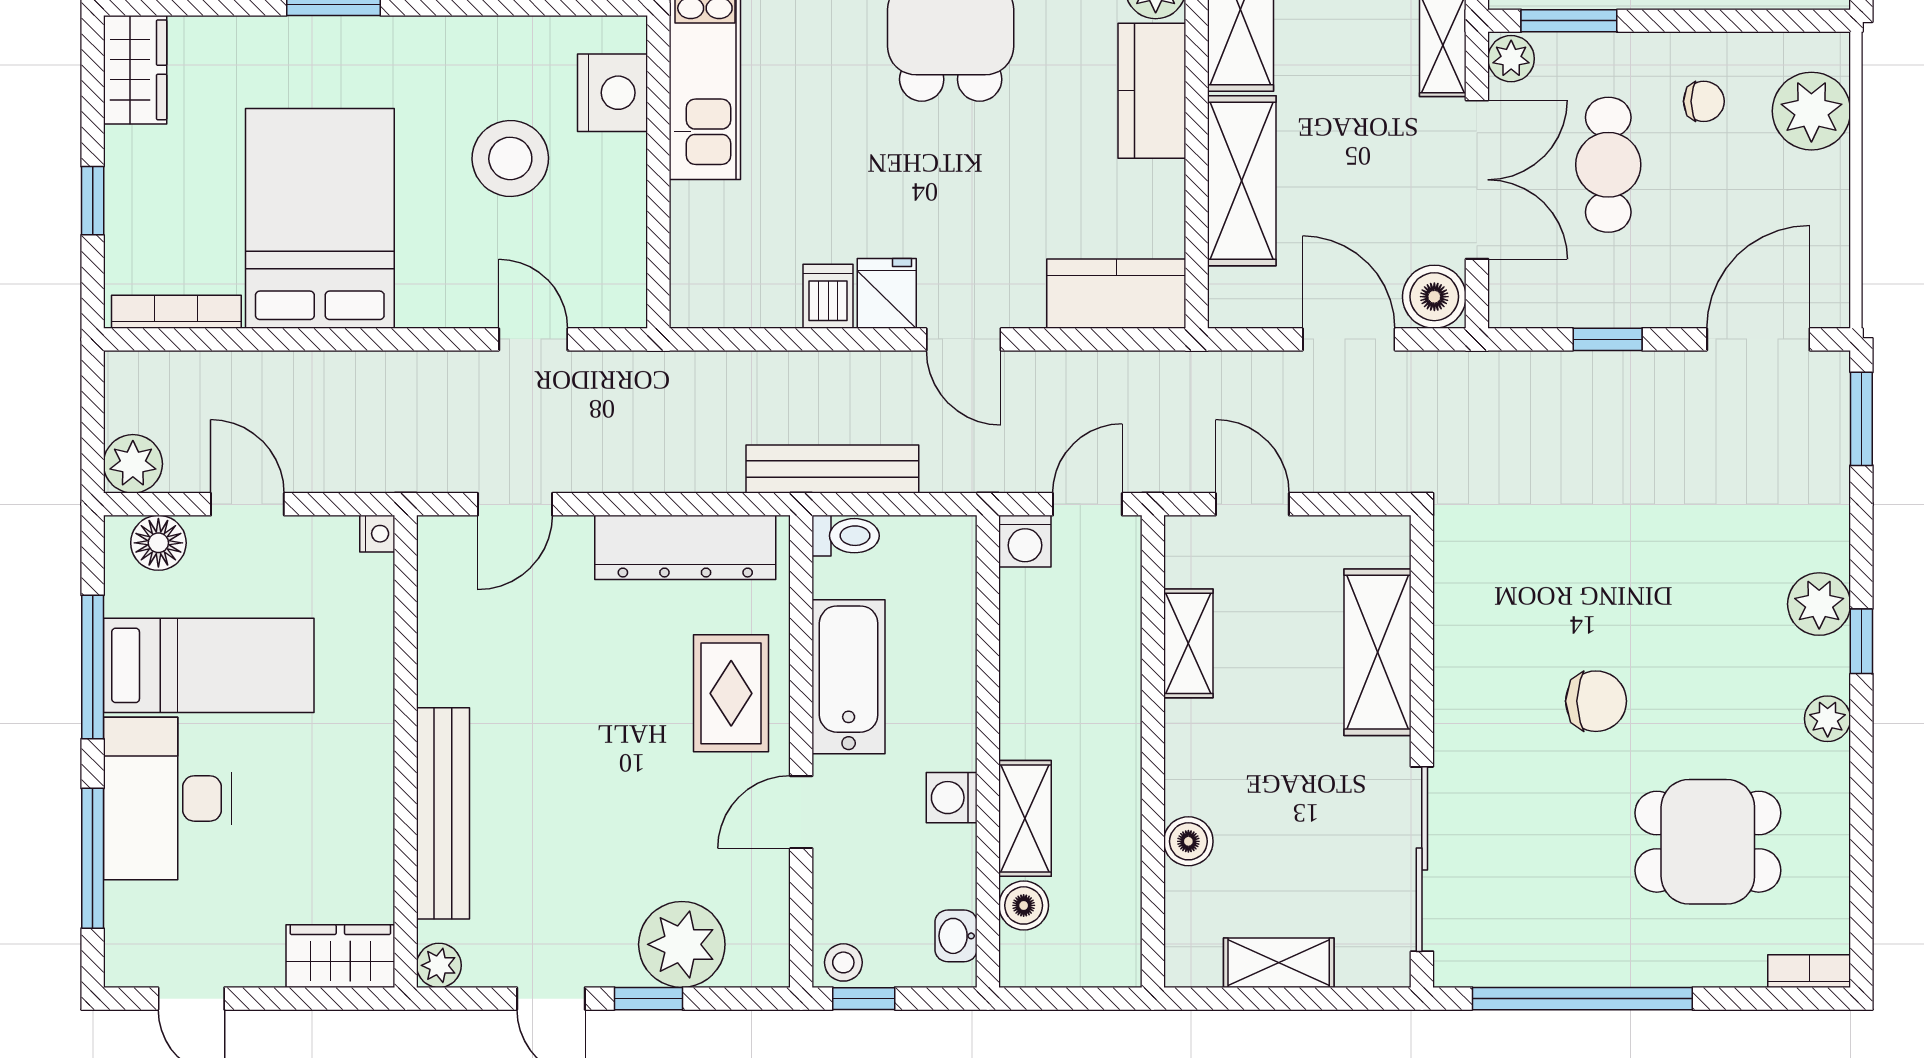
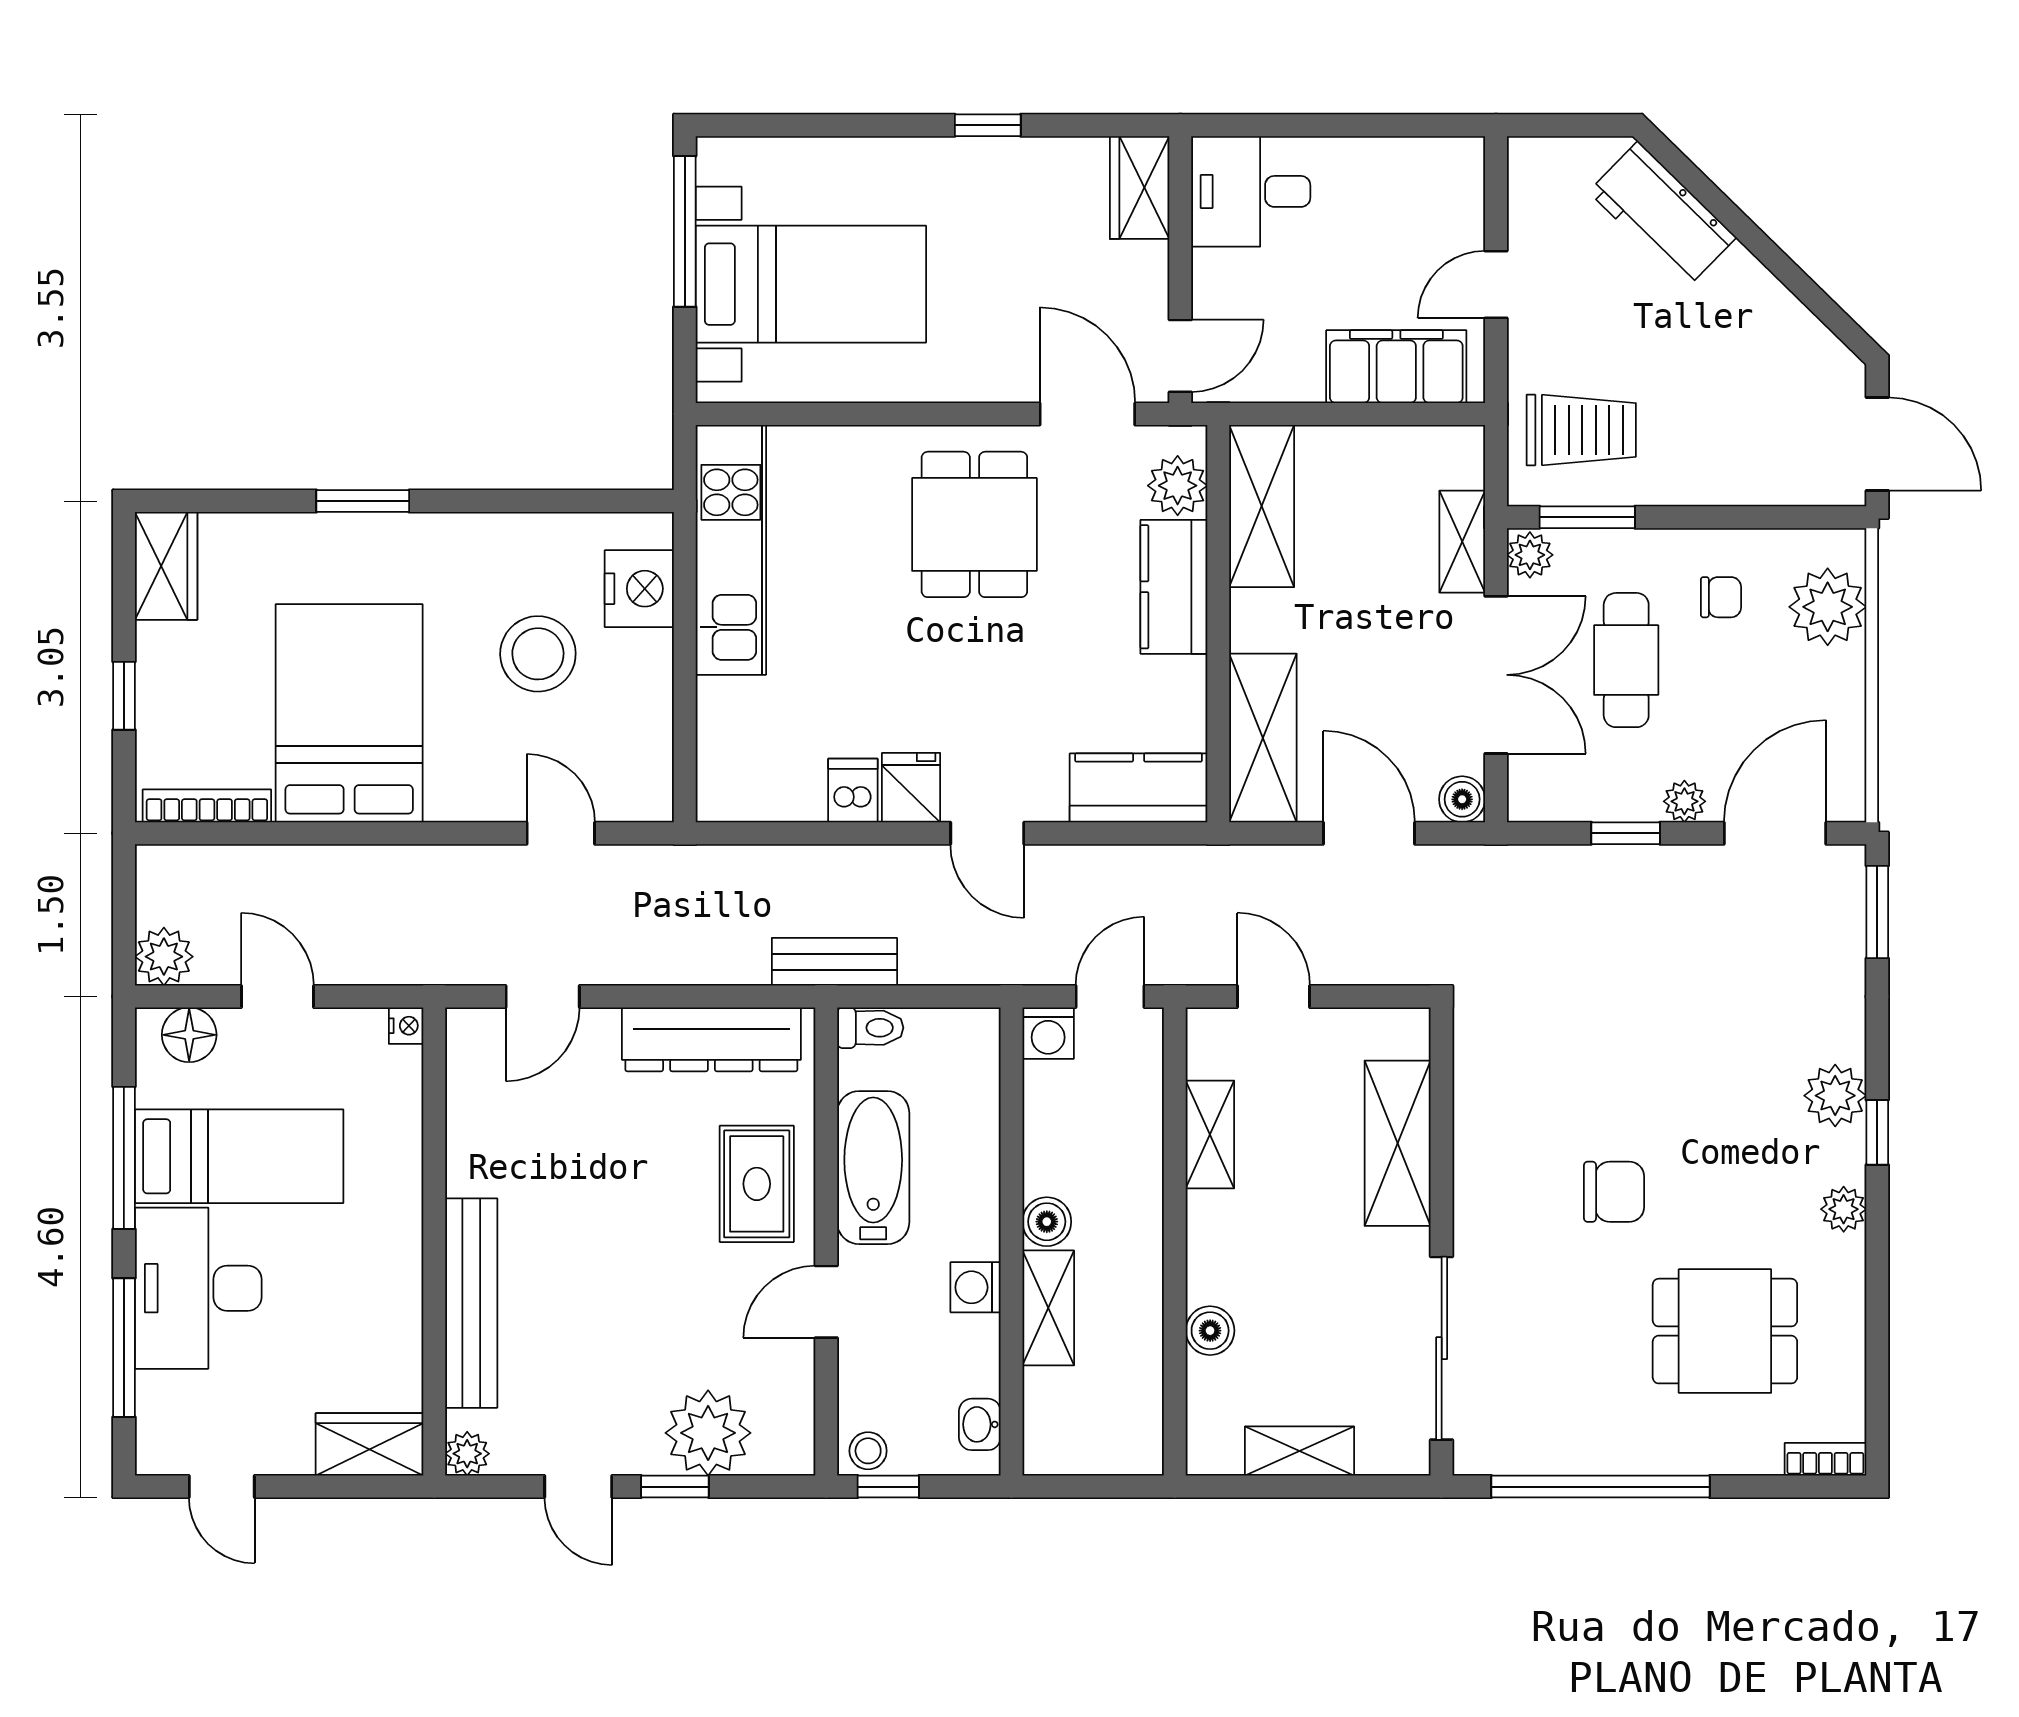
shelving: (1242, 181) -> (1263, 738), moved
boiler: (1434, 297) -> (1462, 799), width x0.73, depth x0.73
plant: (1667, 307) -> (1684, 801), added
bench: (832, 469) -> (834, 962), width x0.73
boiler: (1024, 905) -> (1047, 1222), moved

